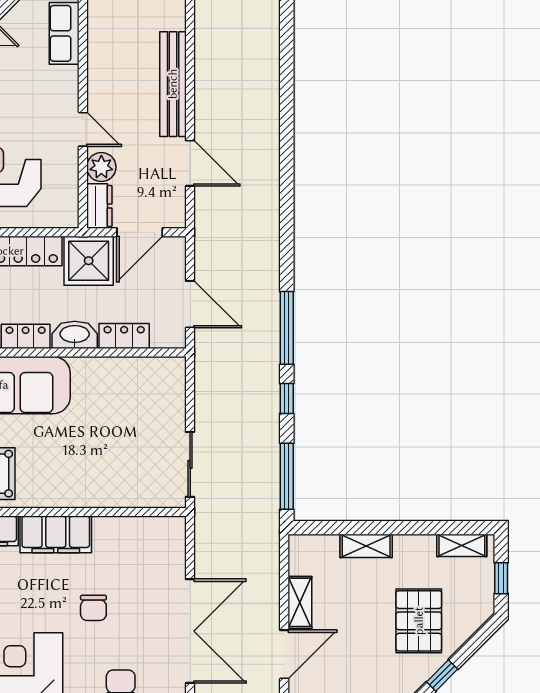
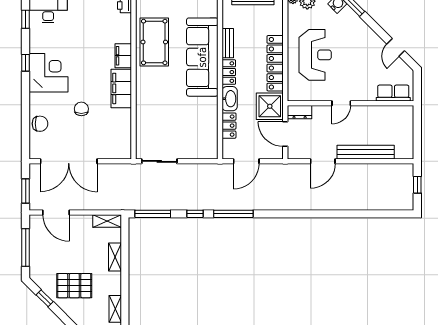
plant: (101, 167) -> (321, 113), removed
shelving: (300, 602) -> (107, 221), moved
chair: (93, 608) -> (81, 109), turned 90

